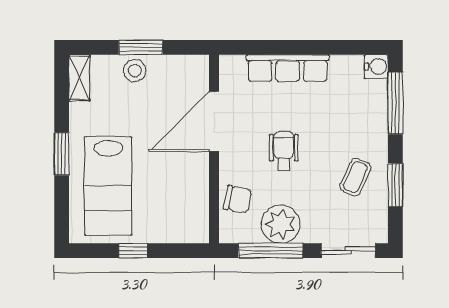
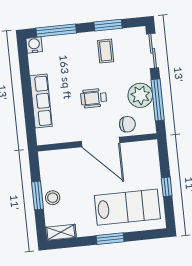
door: (214, 121) -> (100, 142), moved
coffee table: (355, 177) -> (106, 51), turned 65
chair: (238, 199) -> (127, 124), turned 79

